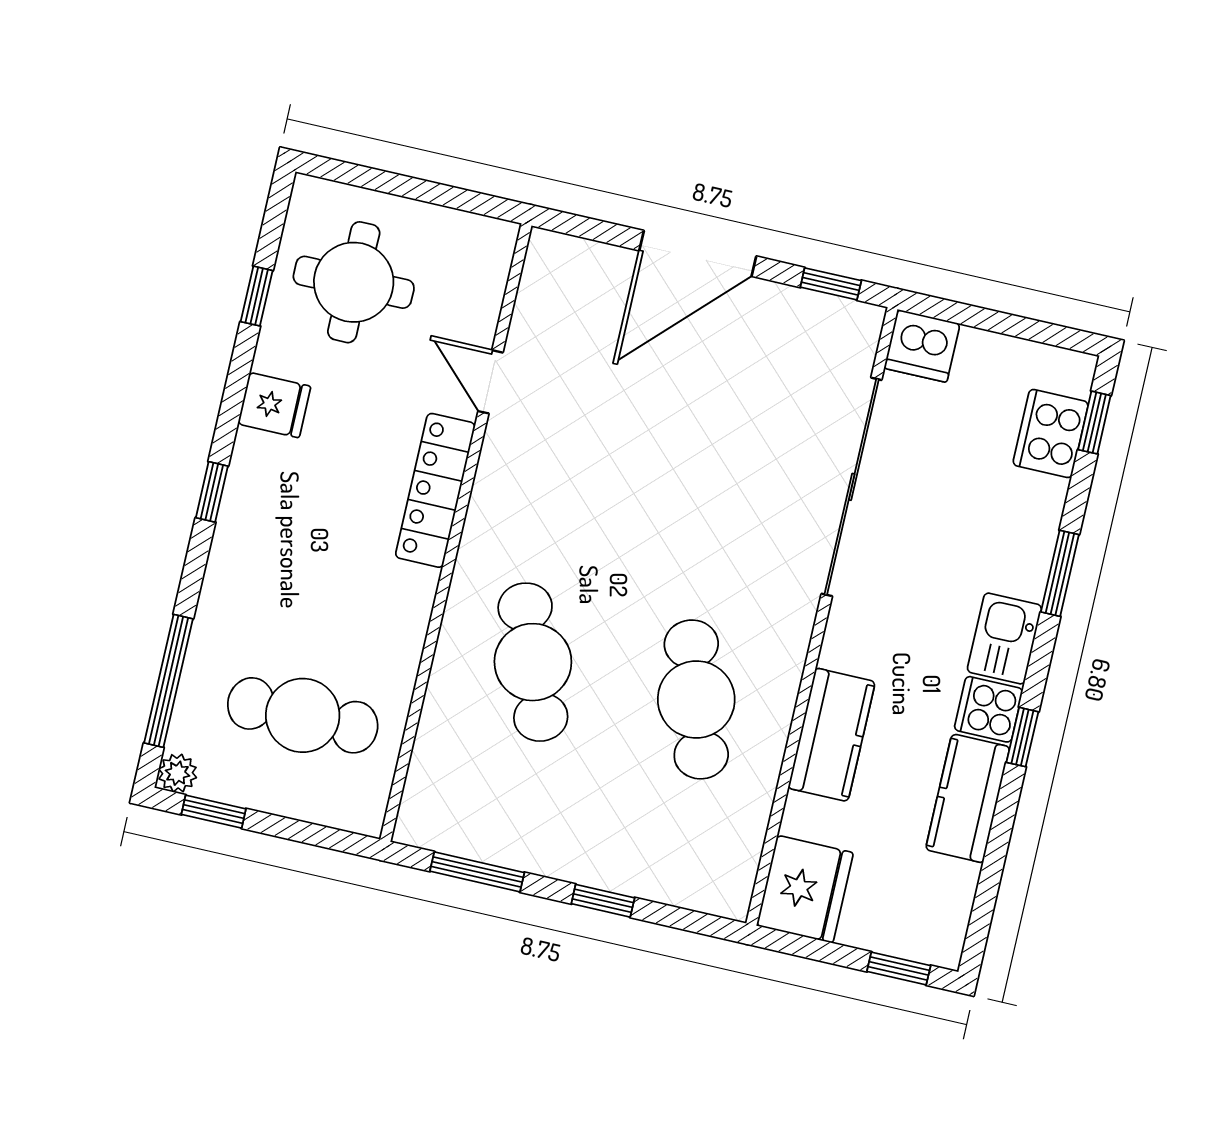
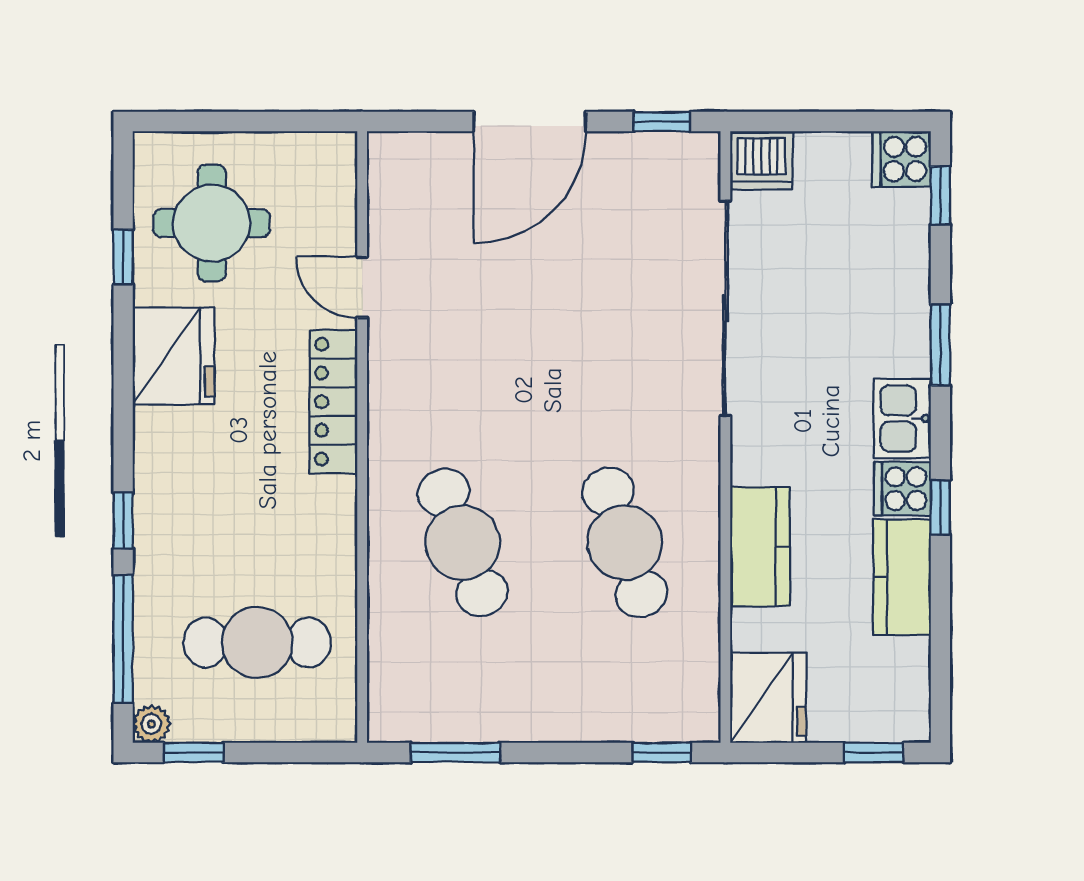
fridge: (274, 405) -> (174, 356), width x1.88, depth x1.34
cooker: (1051, 434) -> (902, 159), moved, width x0.73
window: (212, 492) -> (123, 521), moved
window: (603, 901) -> (662, 752), moved

